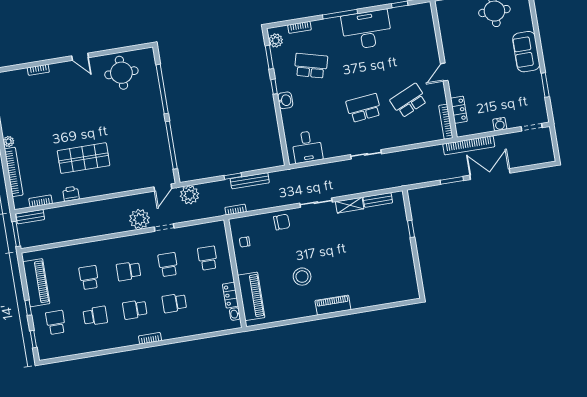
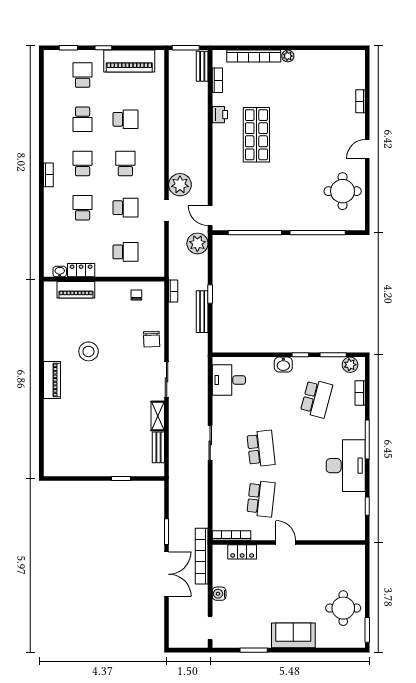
school desk: (409, 101) -> (261, 499), turned 30
piano: (251, 296) -> (76, 290), width x0.73, depth x0.75
school desk: (56, 322) -> (83, 75), turned -90

